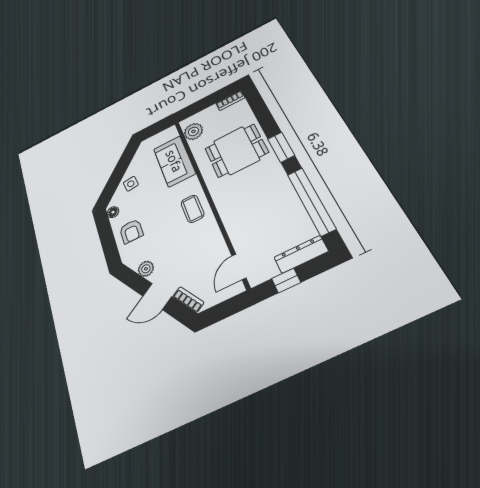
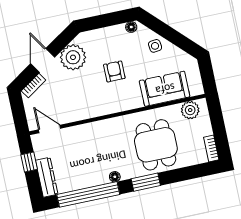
floor lamp: (282, 179) -> (115, 177), added
coffee table: (193, 209) -> (112, 99), removed
armchair: (131, 231) -> (114, 71), moved, turned 90
plant: (146, 269) -> (73, 57), width x1.88, depth x1.88

